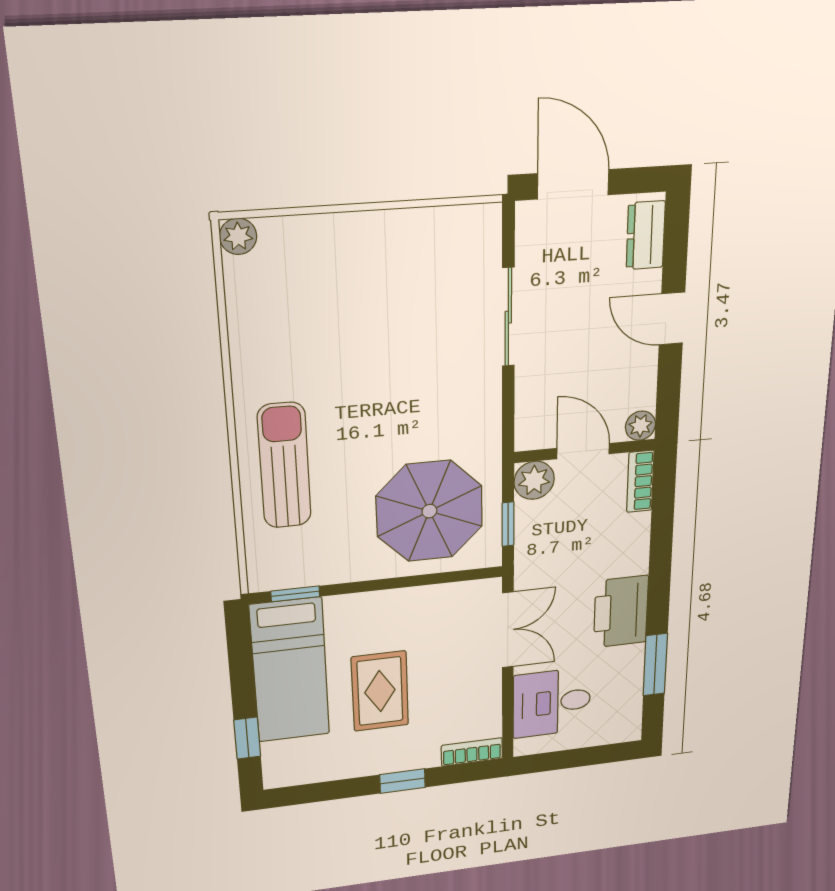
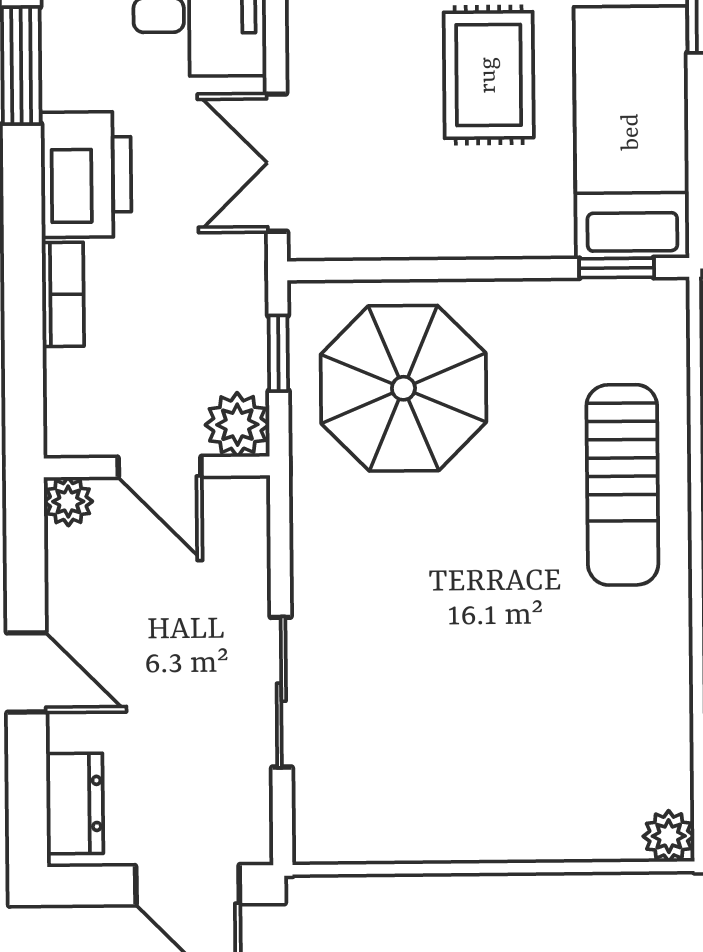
bookcase: (640, 481) -> (63, 294), moved

